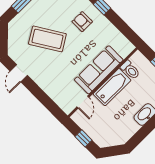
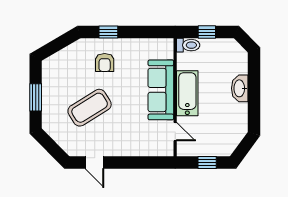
armchair: (82, 22) -> (105, 63), turned -90
toilet: (130, 70) -> (188, 45), moved

